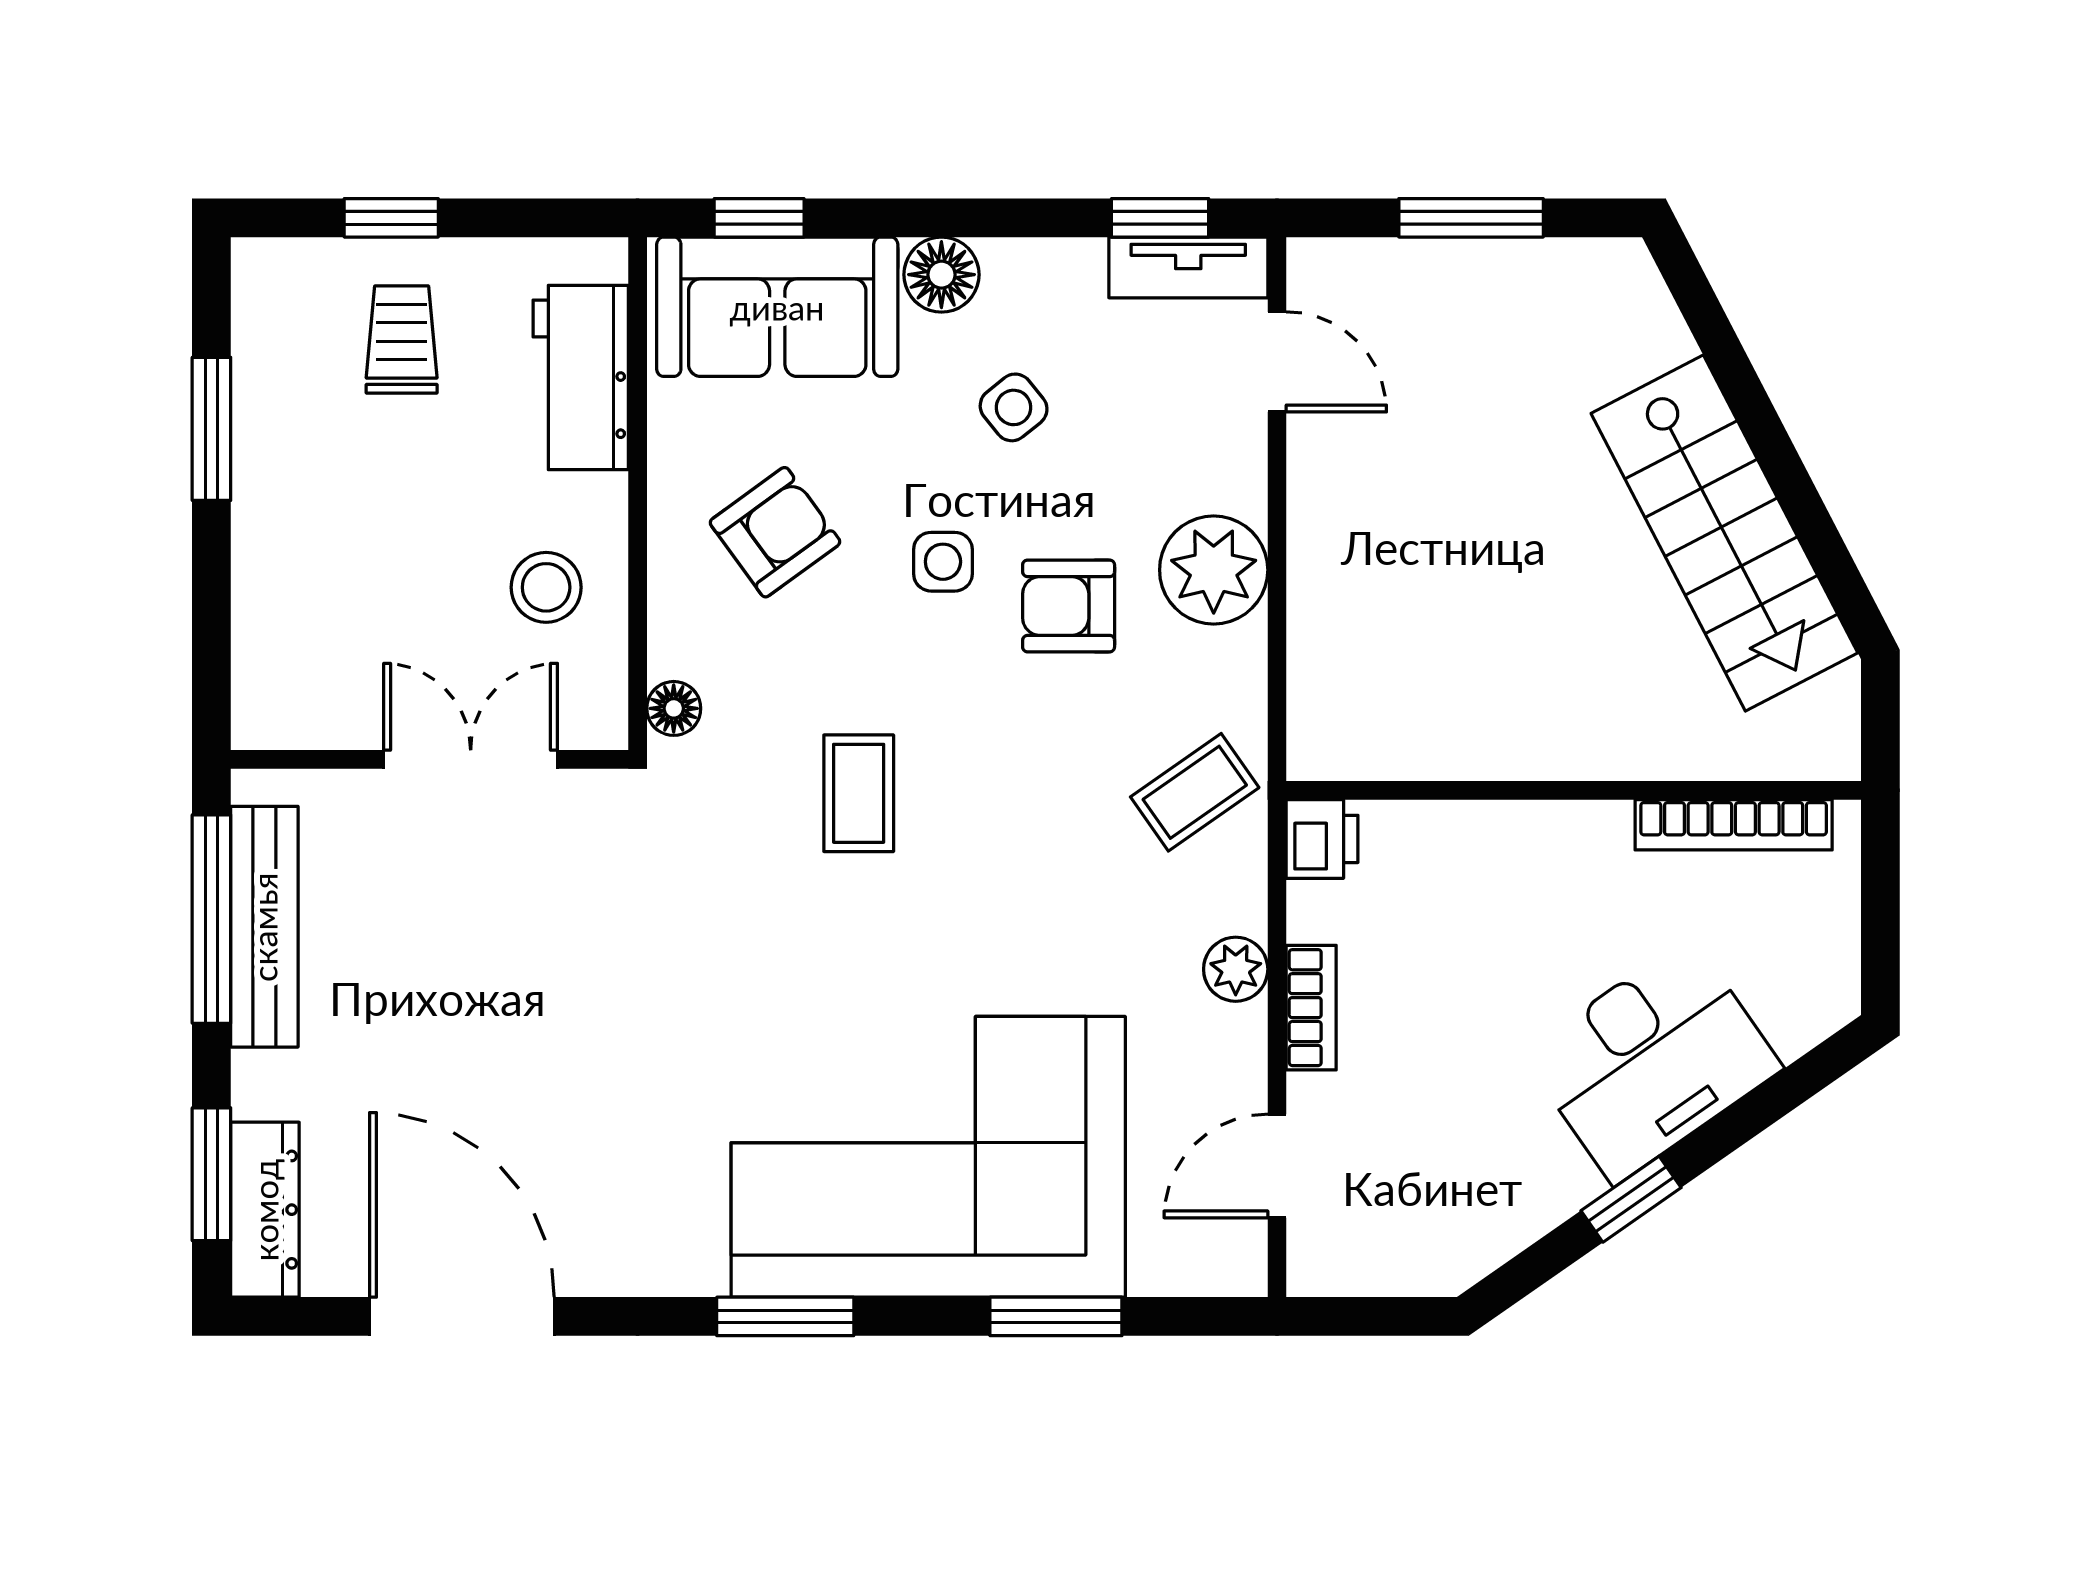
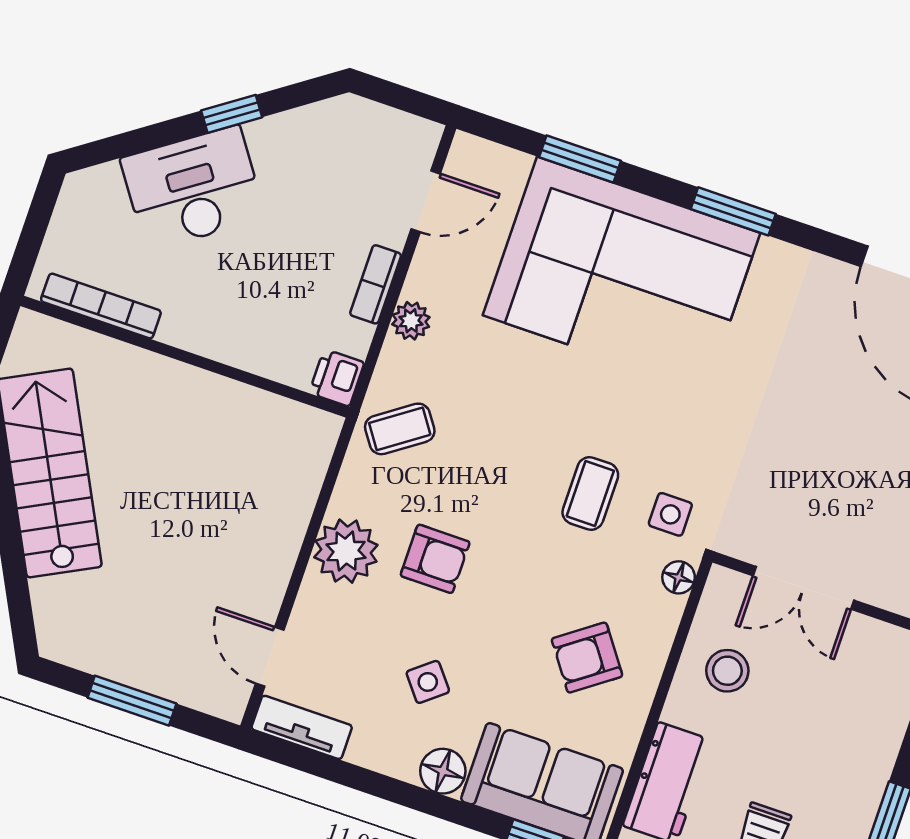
window: (1160, 218) -> (308, 761), removed
side table: (943, 562) -> (670, 514), moved

